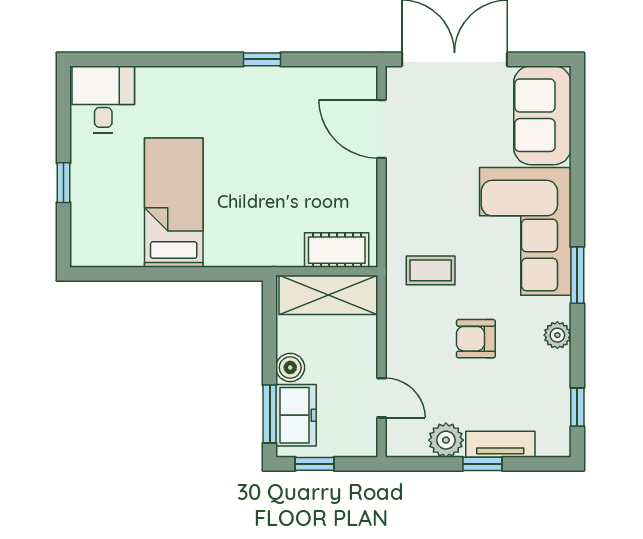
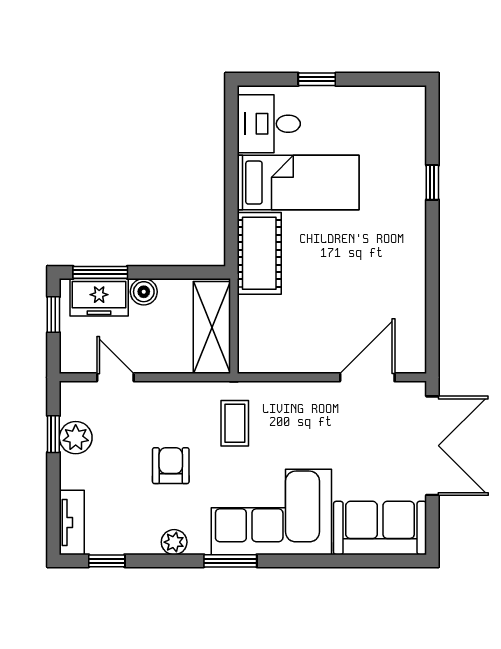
window: (262, 59) -> (432, 182), moved
desk: (103, 99) -> (269, 124), moved, turned 180
cot: (337, 250) -> (259, 253), moved, width x1.37, depth x1.34
door: (382, 398) -> (115, 377), swing flipped
tv unit: (500, 444) -> (72, 523), moved
window: (482, 464) -> (53, 434), moved

